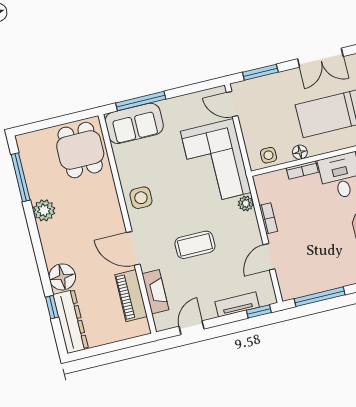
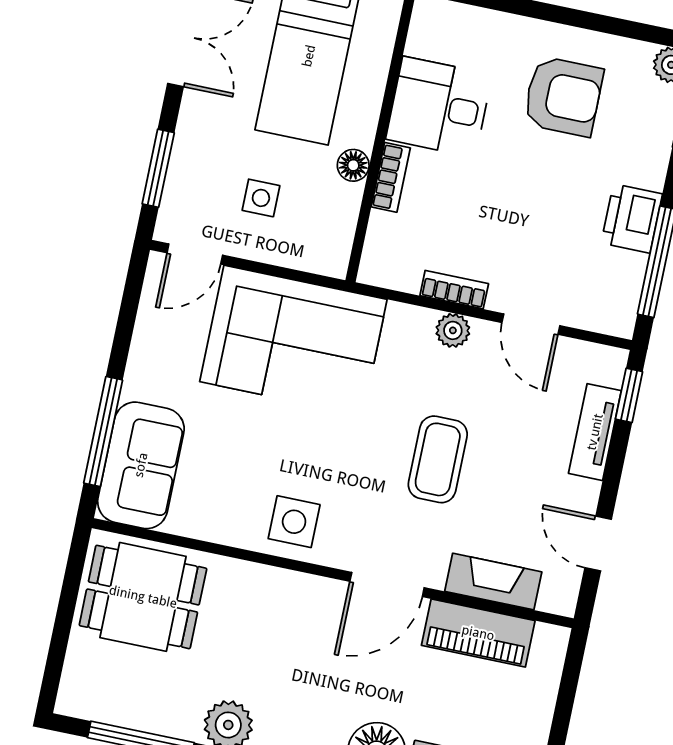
side table: (268, 155) -> (261, 198), moved
plant: (246, 203) -> (453, 330), moved
printer: (333, 278) -> (632, 218), added

